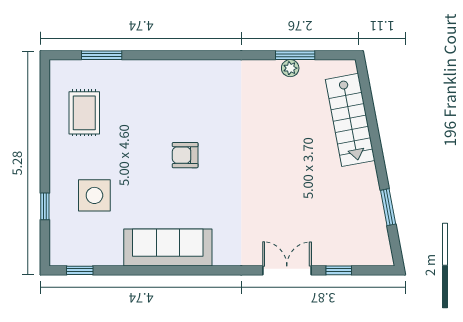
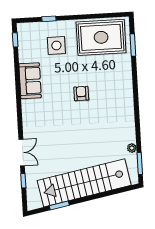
window: (295, 55) -> (140, 163), moved
rug: (84, 113) -> (101, 37), width x1.86, depth x2.06
stairs: (350, 120) -> (84, 183), width x1.86, depth x1.51
sofa: (168, 247) -> (30, 81), width x0.73

